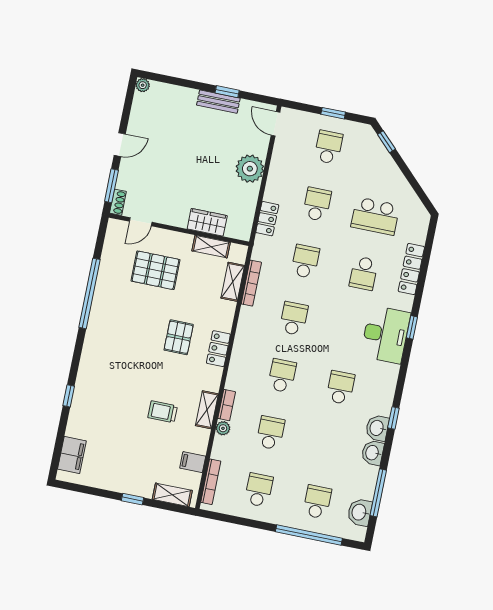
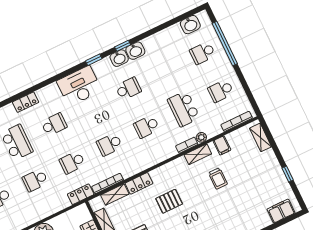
locker: (267, 219) -> (81, 194), moved
locker: (411, 269) -> (26, 102), width x0.66
window: (412, 327) -> (94, 60), moved
locker: (218, 349) -> (139, 183), moved
school desk: (340, 388) -> (128, 89), turned 180
school desk: (270, 433) -> (184, 109), width x1.85
washbasin: (373, 453) -> (119, 58), moved
filing cabinet: (193, 462) -> (222, 145), moved
window: (378, 493) -> (171, 22), removed
window: (133, 499) -> (288, 174), moved

